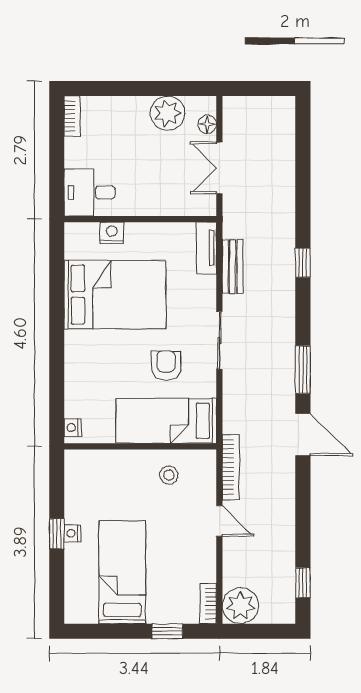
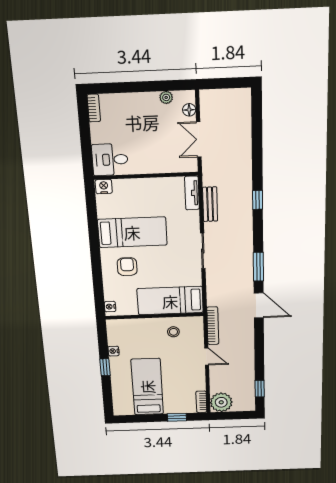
plant: (167, 113) -> (166, 97), width x0.53, depth x0.53
nightstand: (112, 233) -> (104, 187), moved
bed: (115, 295) -> (132, 232), width x0.67
armchair: (166, 366) -> (127, 267), moved
nightstand: (72, 533) -> (113, 351), moved

